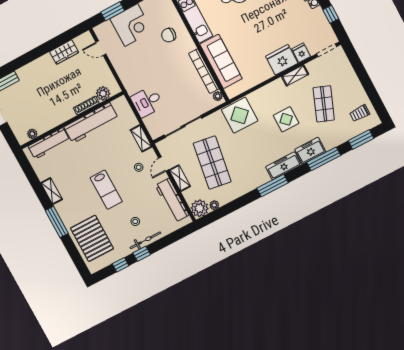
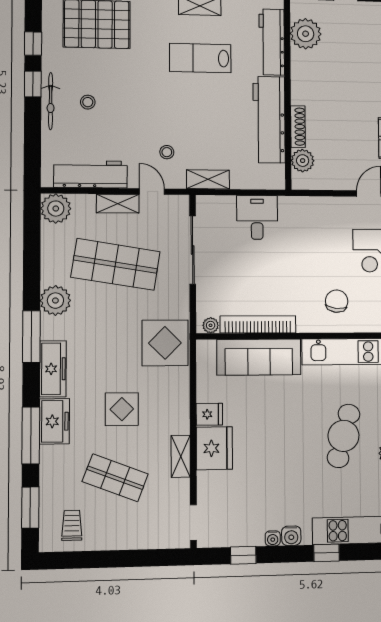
fridge: (301, 53) -> (209, 414), moved
plant: (32, 134) -> (306, 34), width x1.87, depth x1.87
lab bench: (106, 190) -> (200, 58), moved
plant: (214, 205) -> (55, 301), moved, width x1.88, depth x1.88

